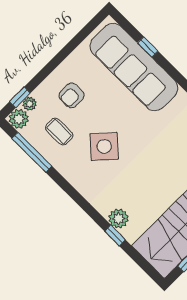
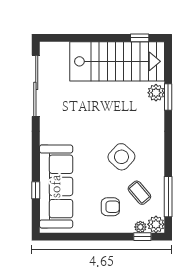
coffee table: (59, 132) -> (139, 193), turned -40
plant: (118, 219) -> (156, 93), moved
window: (115, 235) -> (168, 97), width x1.50

